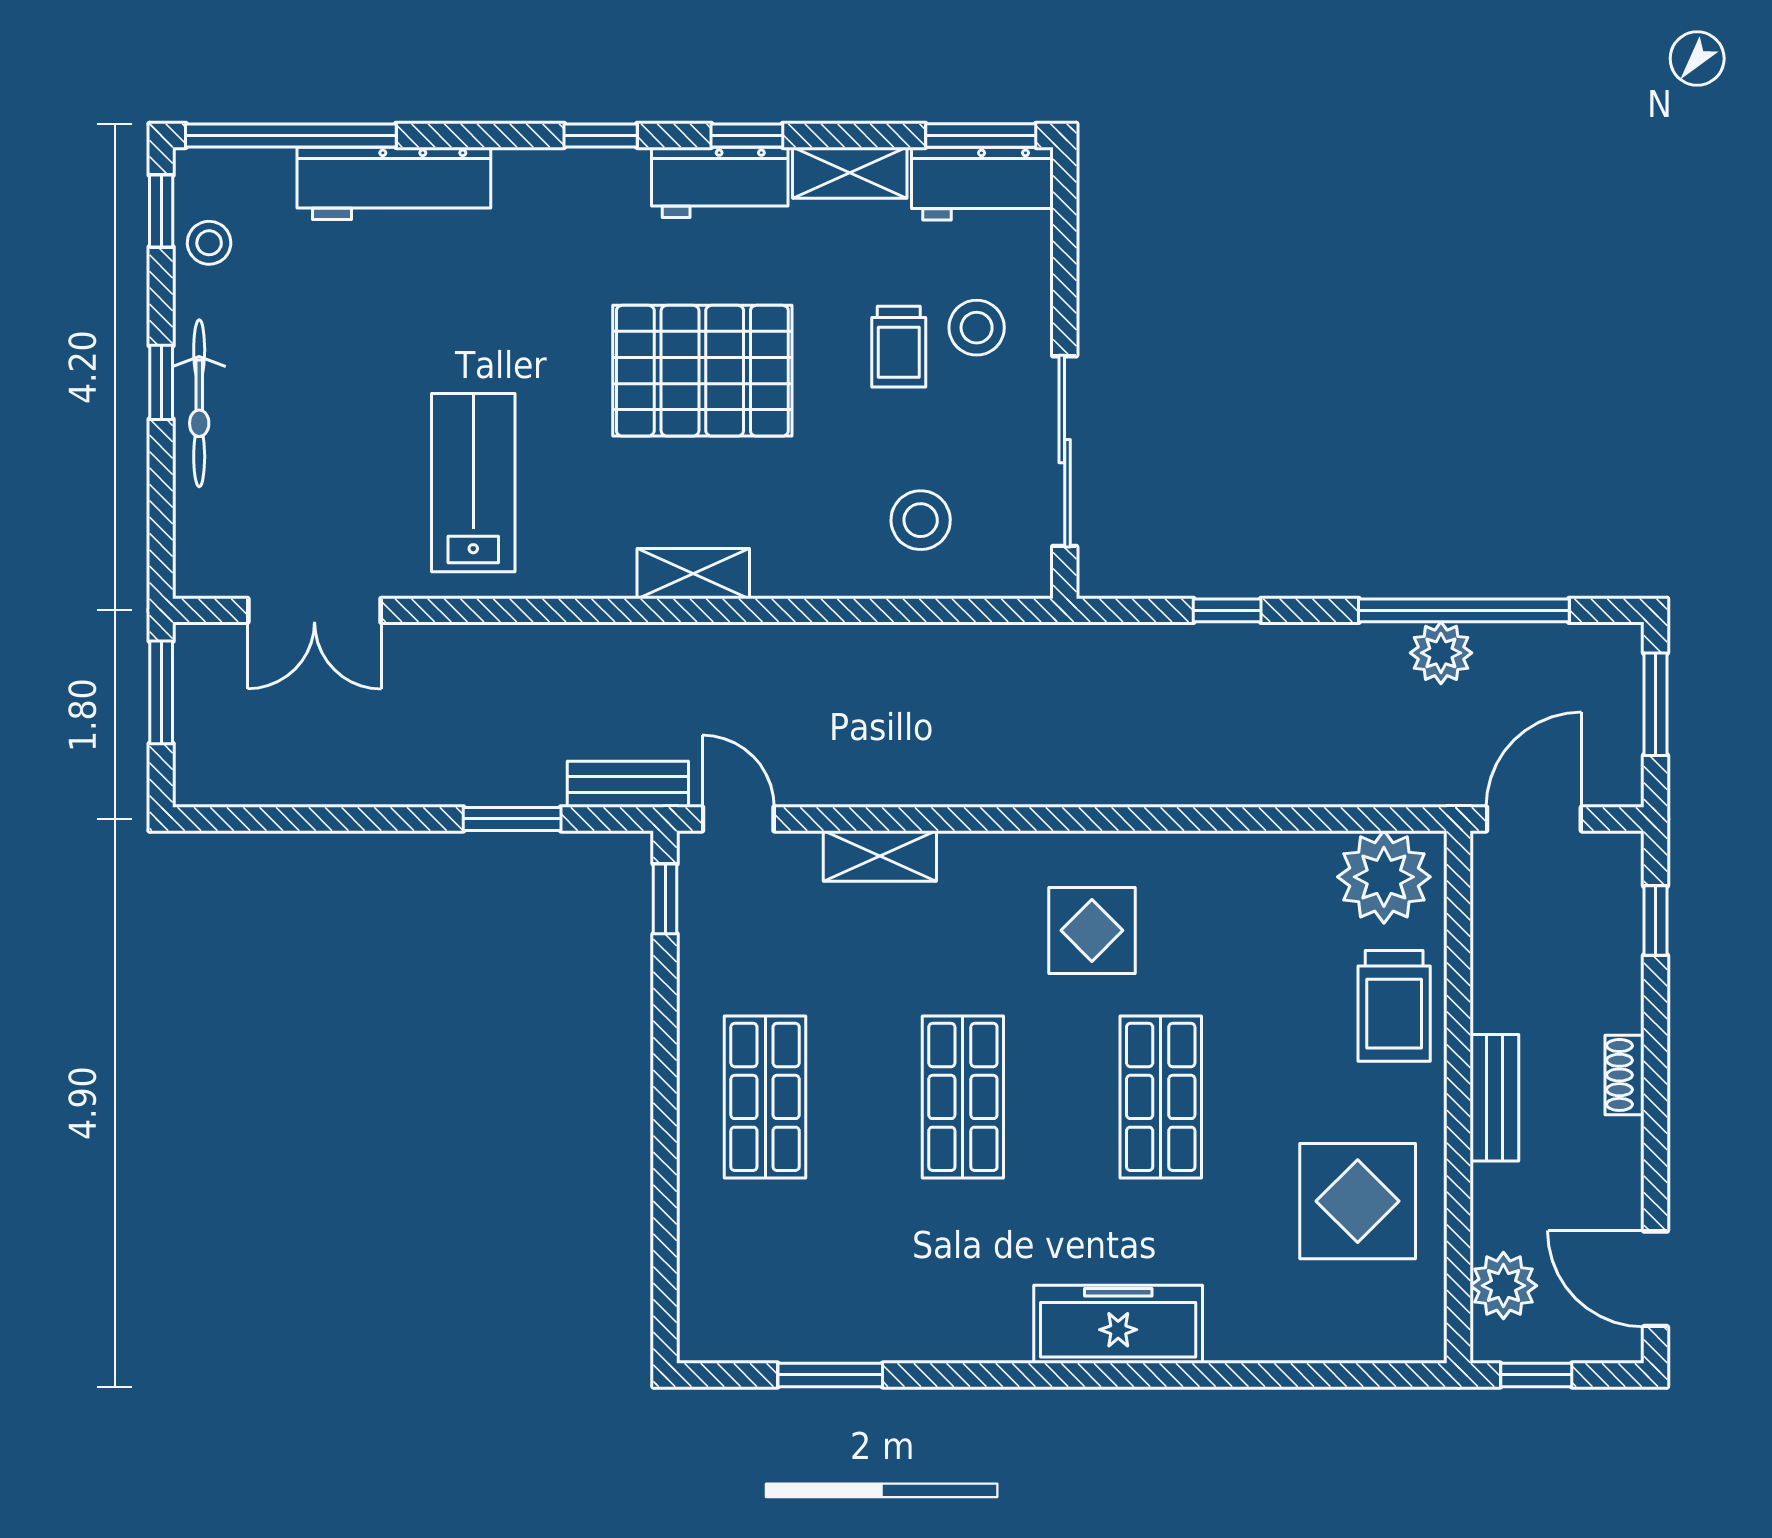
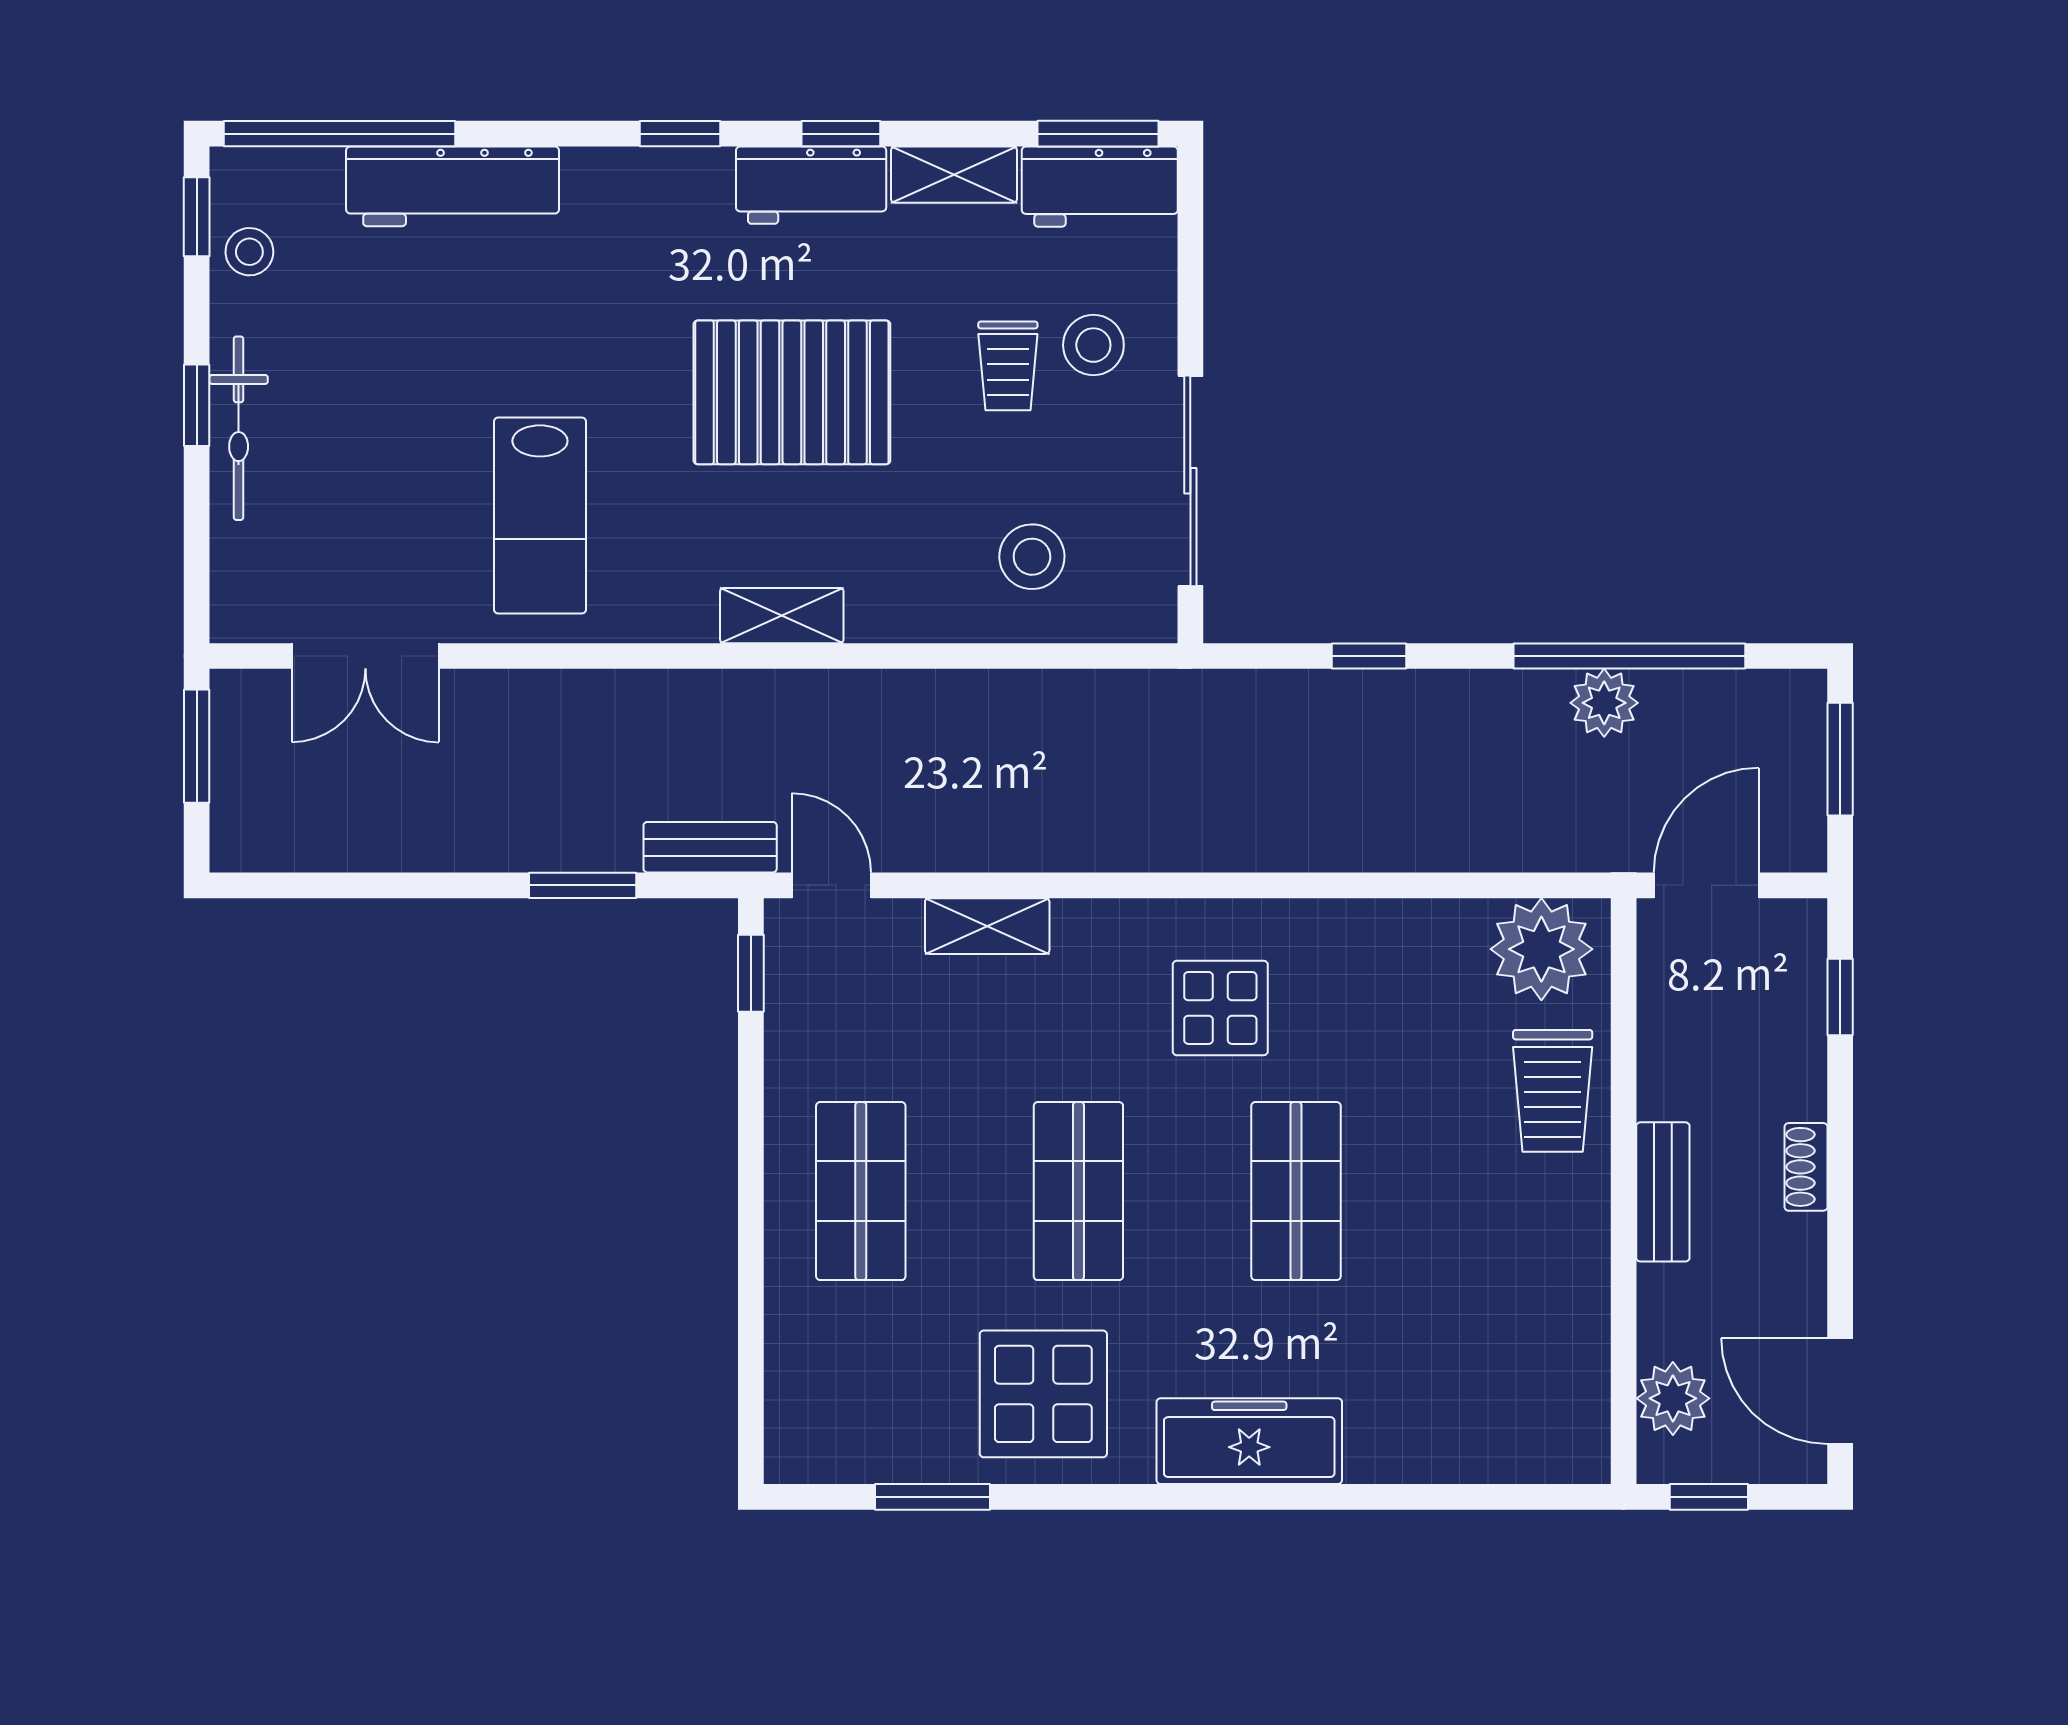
lab bench: (473, 483) -> (540, 516), turned 180
display table: (1358, 1201) -> (1043, 1394), moved

